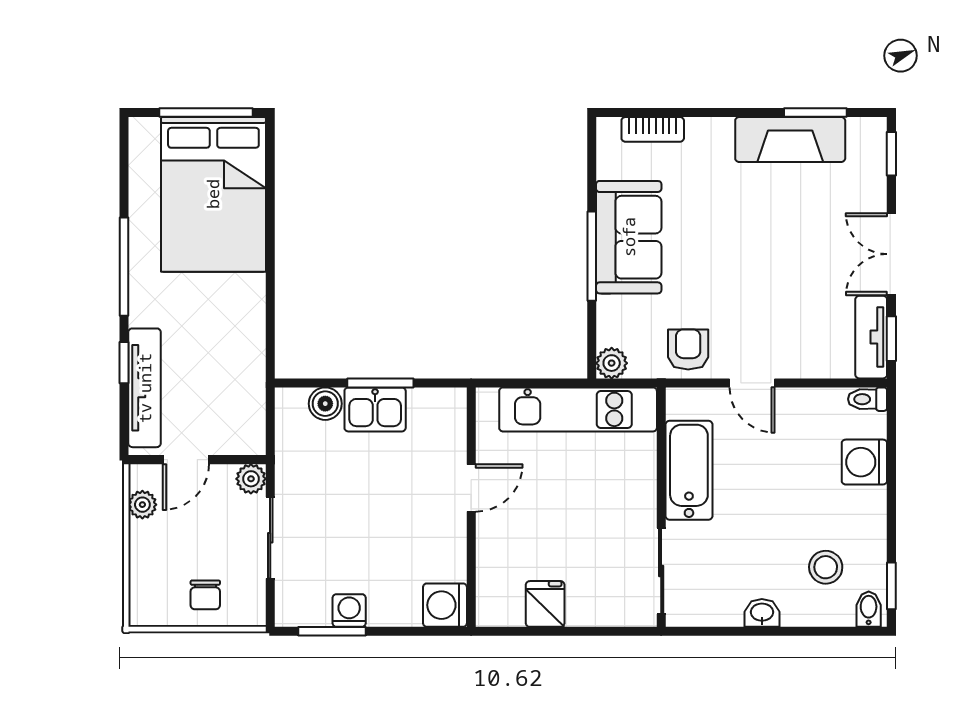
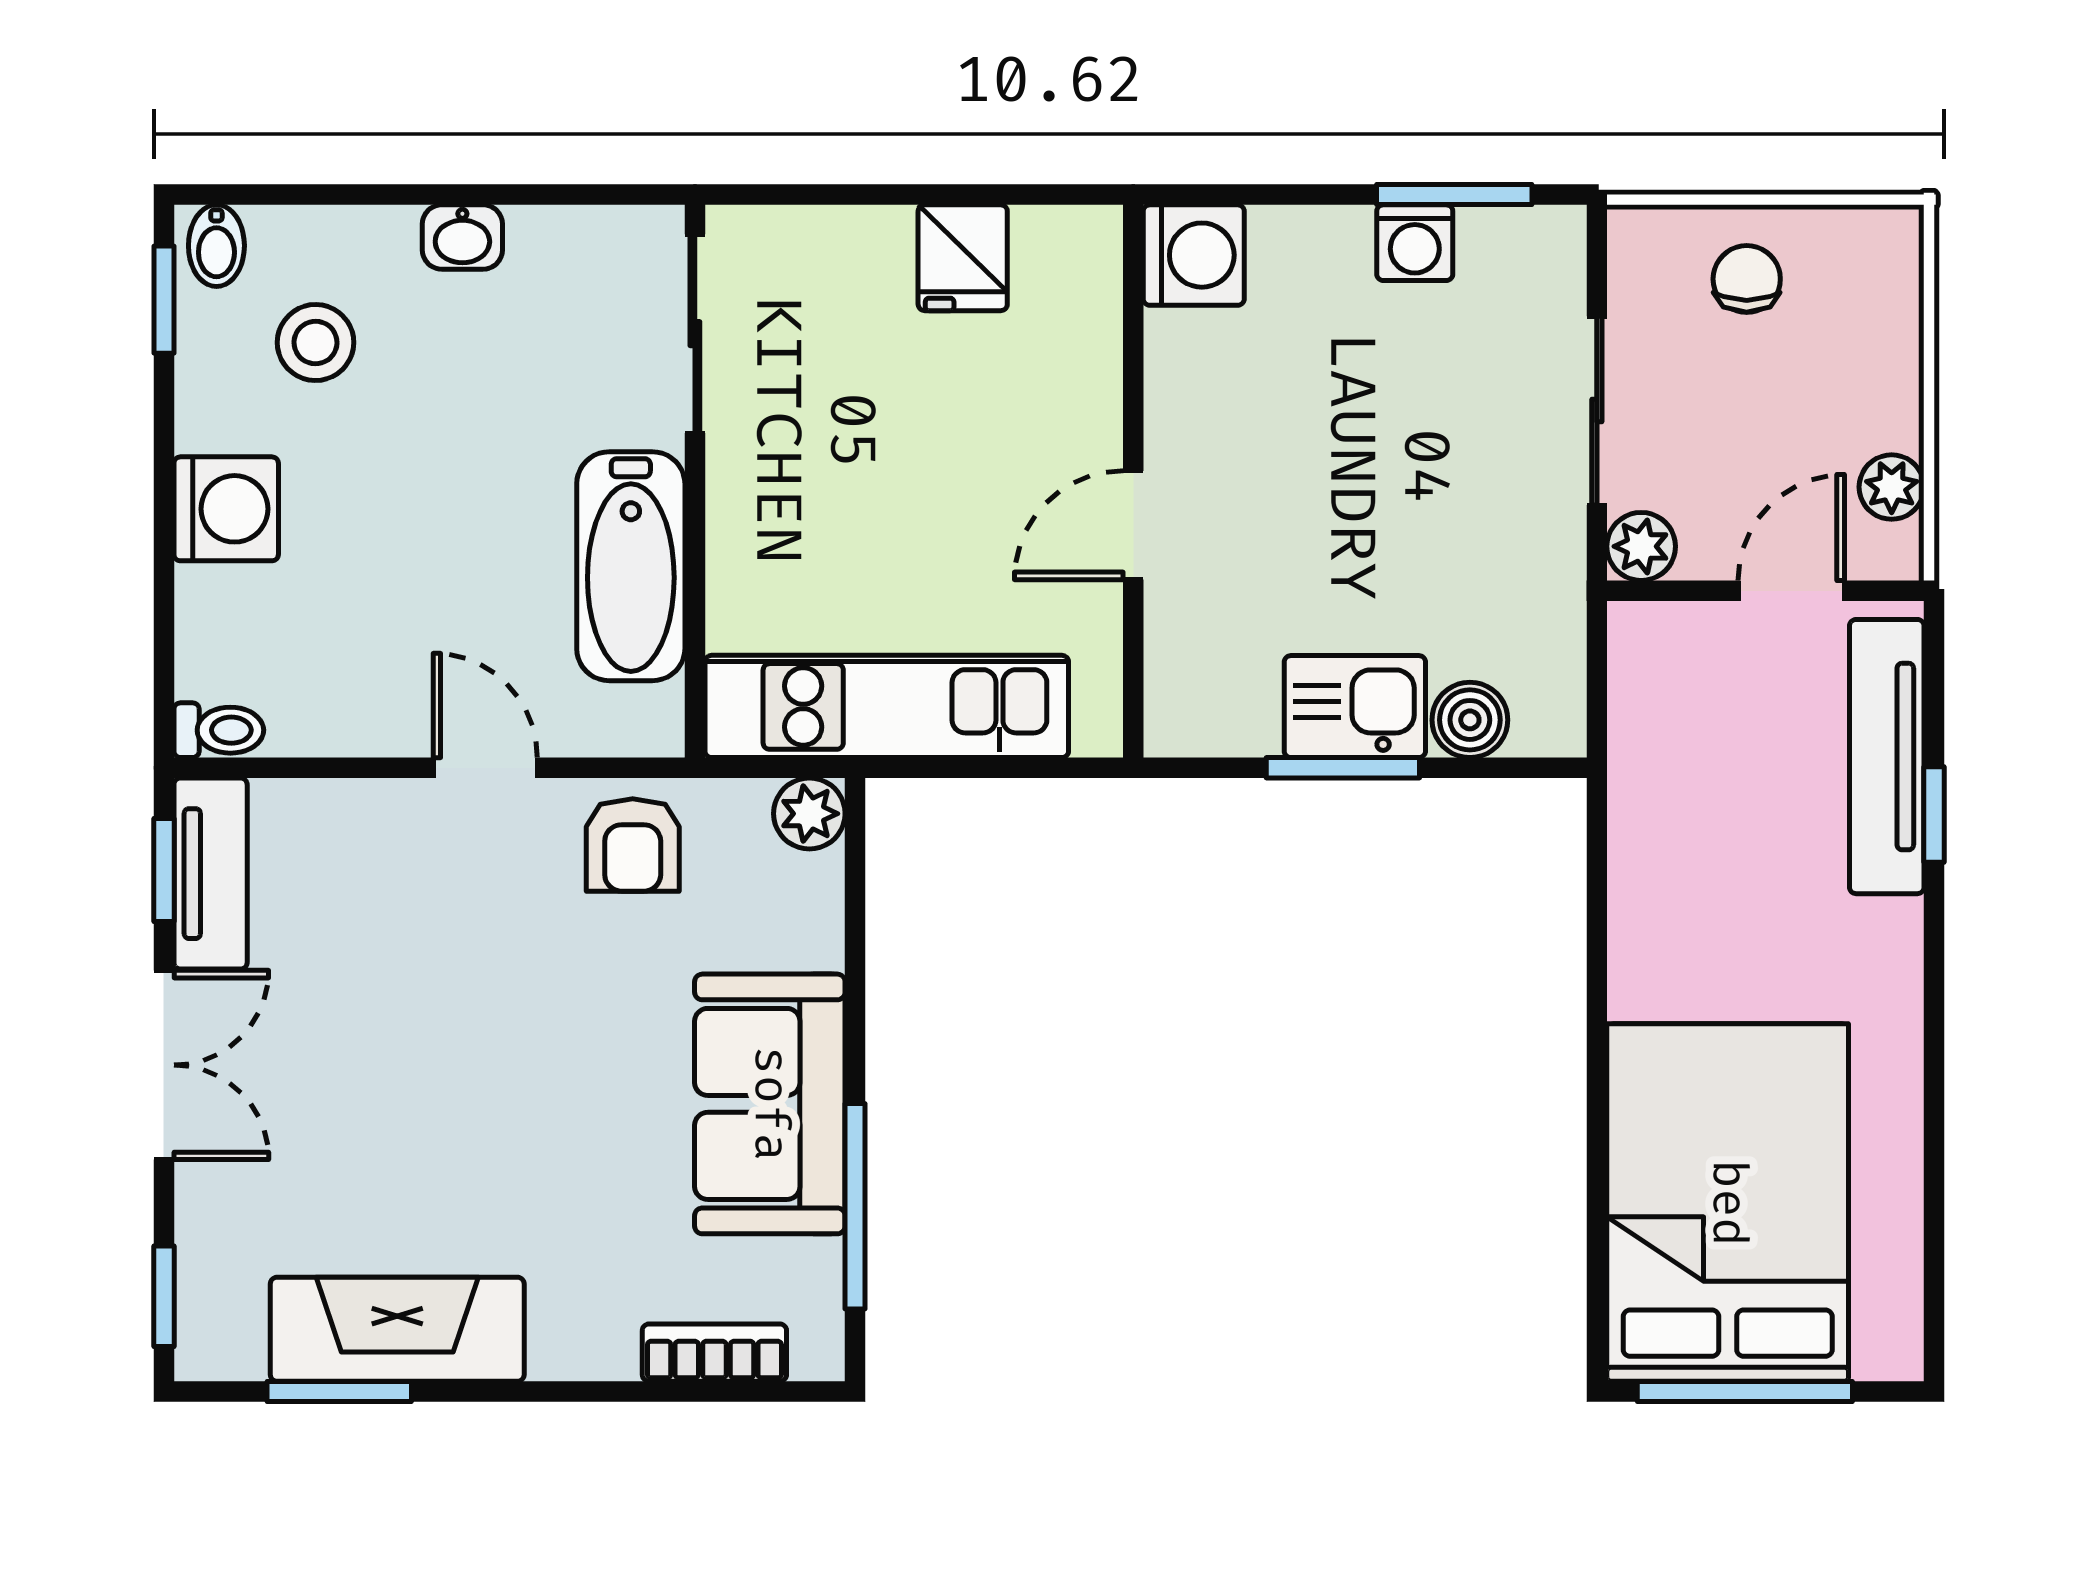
window: (592, 256) -> (855, 1206), moved
window: (124, 267) -> (1934, 1036), removed
washing machine: (864, 462) -> (226, 509), moved

